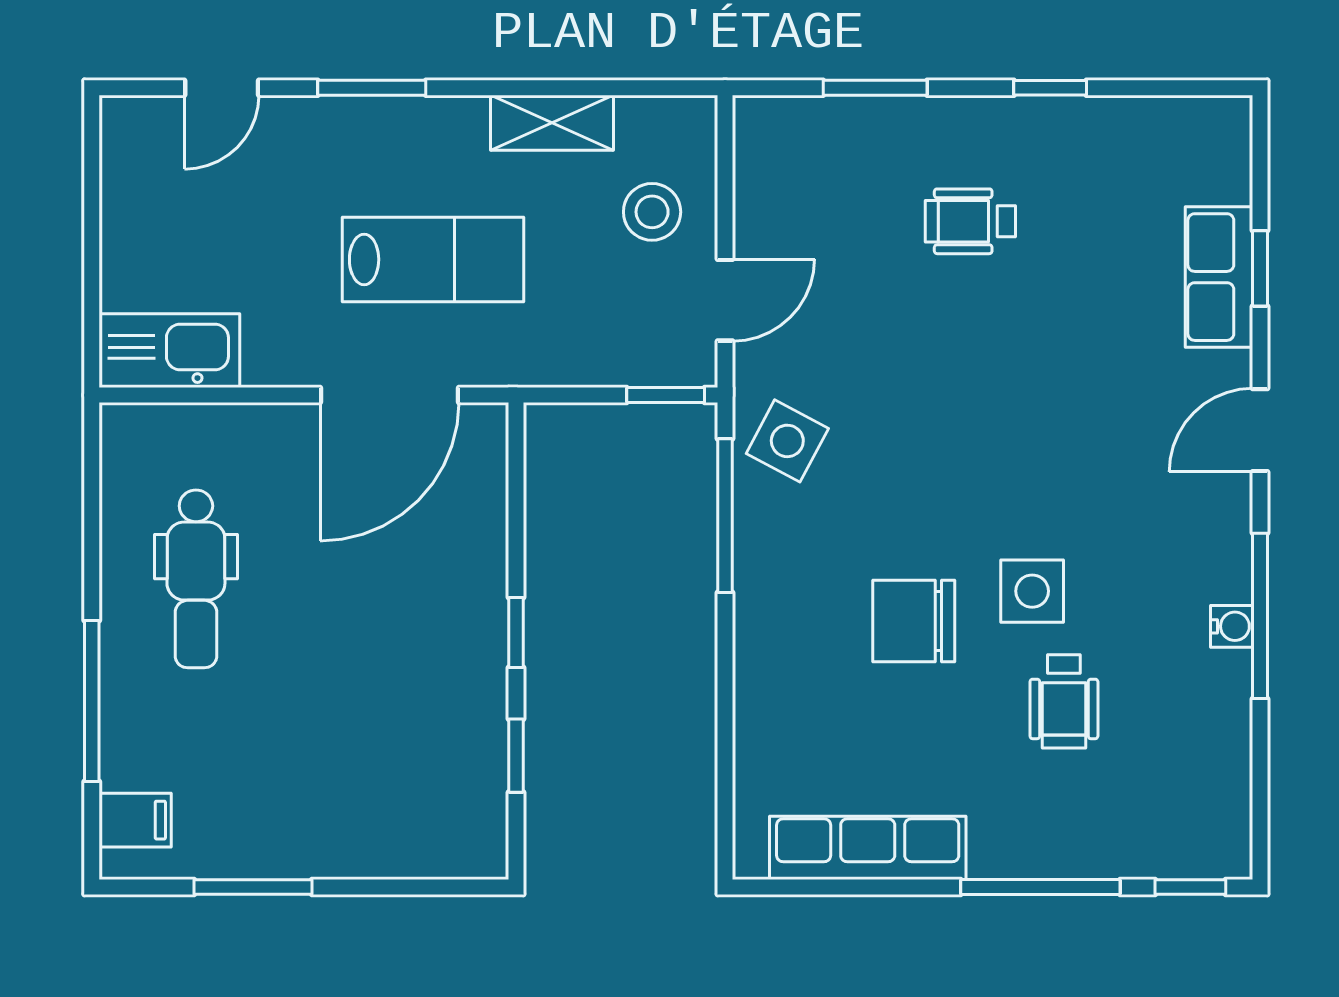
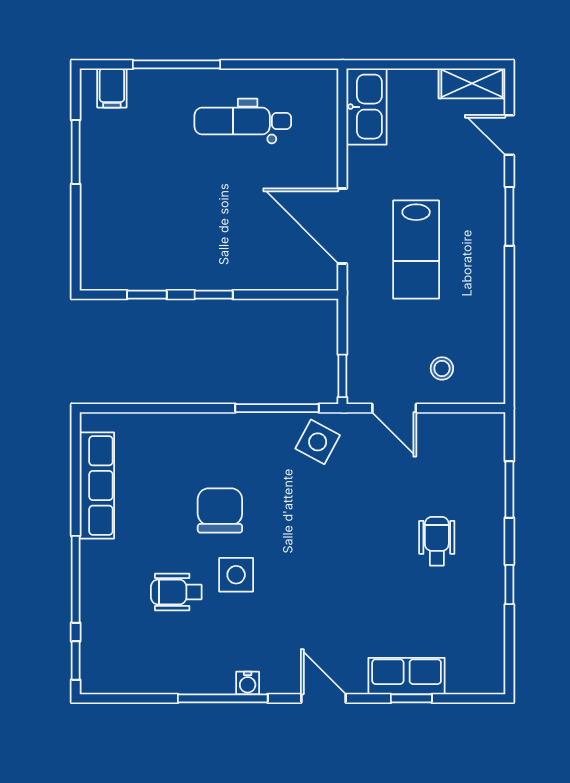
shelving: (552, 123) -> (472, 83), moved, turned 90
stool: (652, 212) -> (442, 368), width x0.73, depth x0.73
water cooler: (1232, 626) -> (248, 683), moved

